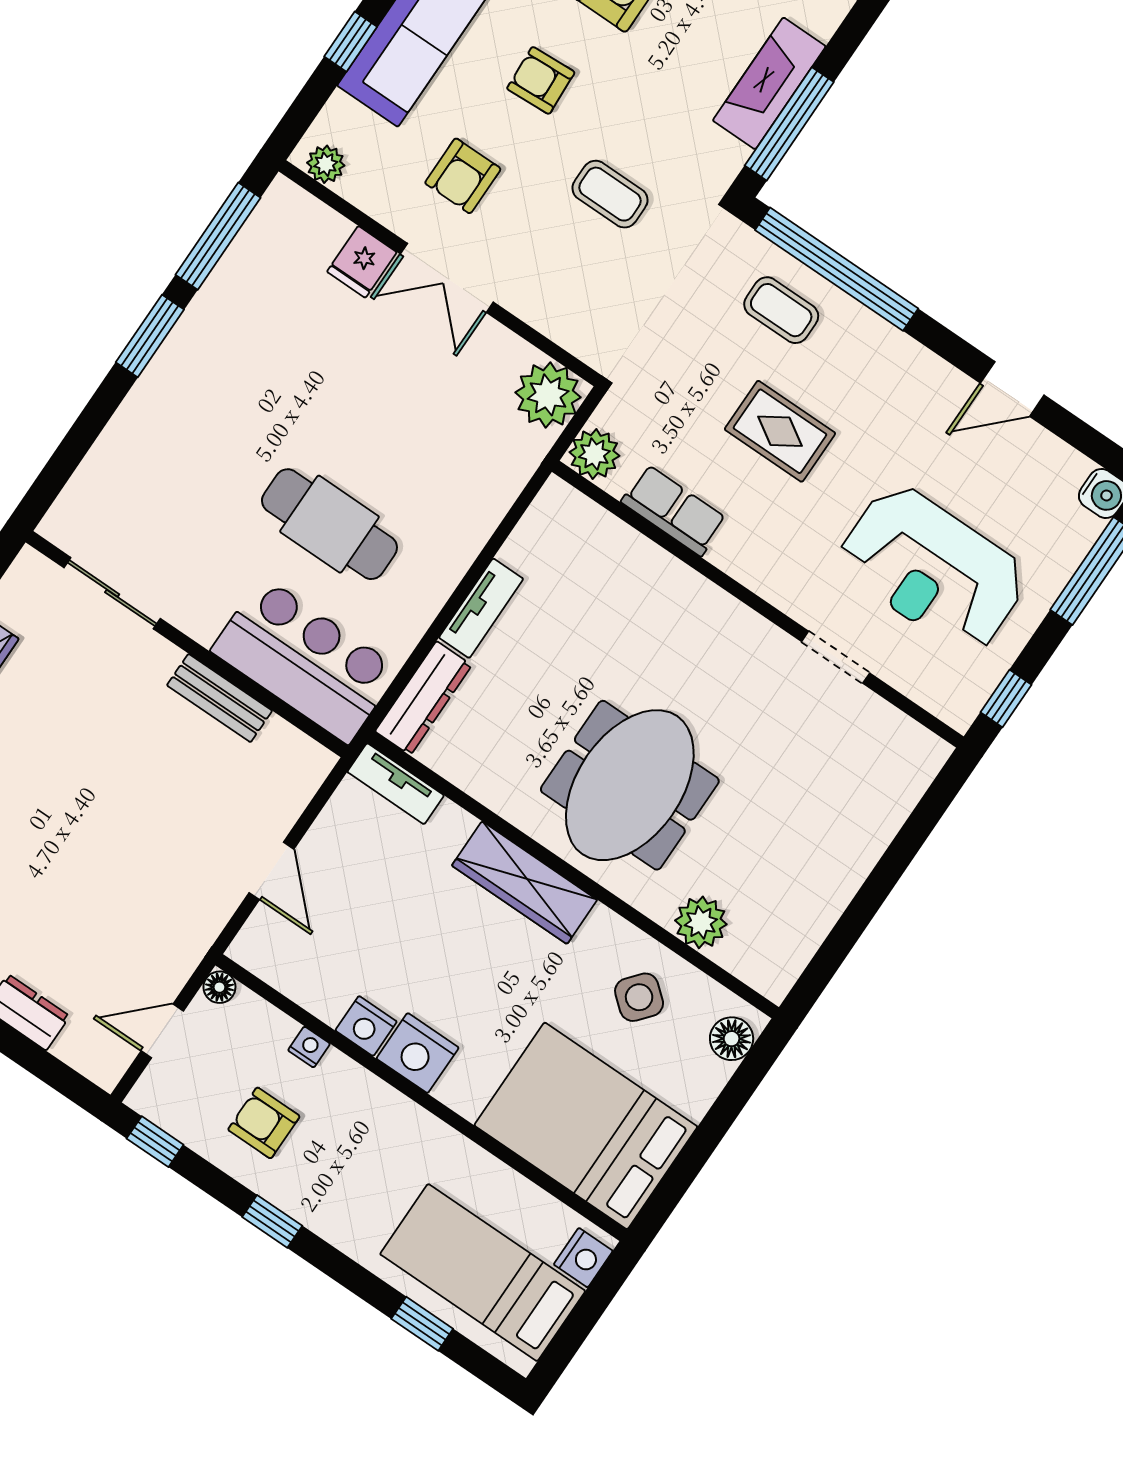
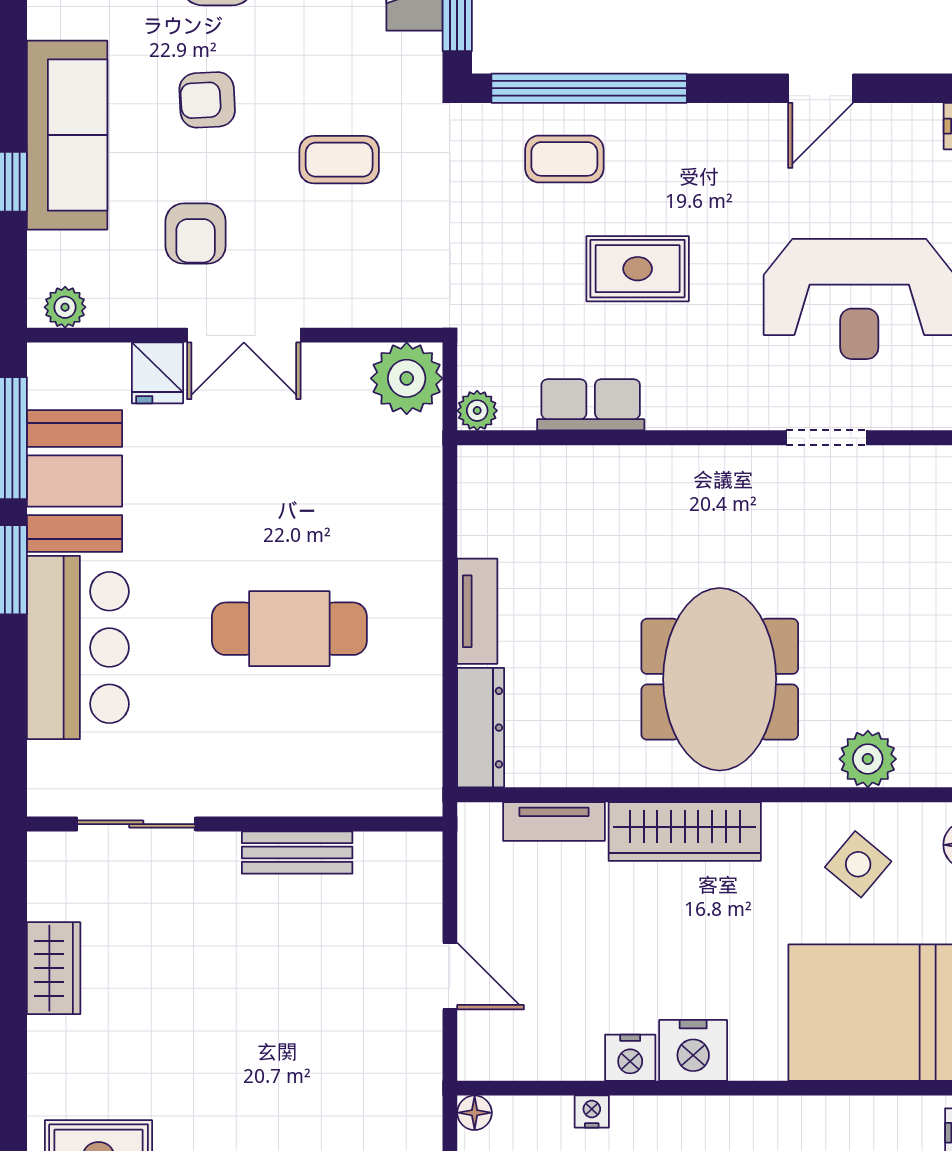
booth: (243, 301) -> (75, 481), added
plant: (594, 454) -> (477, 411), width x0.73, depth x0.73
bar counter: (305, 660) -> (78, 648), moved, turned 90
tv unit: (396, 784) -> (554, 821), moved

